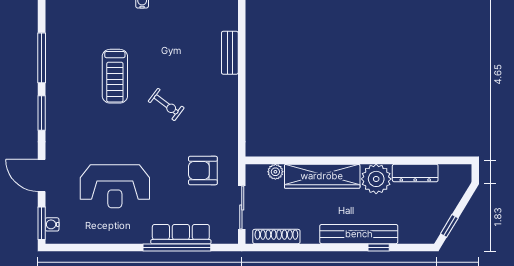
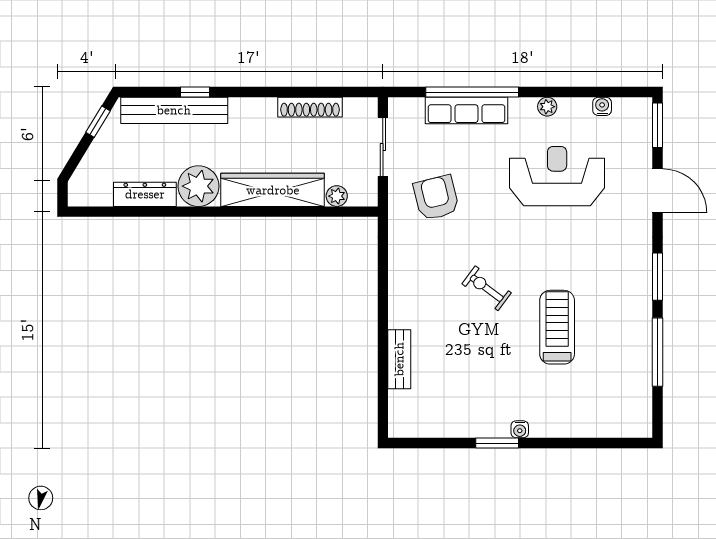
armchair: (203, 170) -> (436, 198), turned -104
water cooler: (52, 224) -> (602, 106), moved, turned -90
bench: (359, 234) -> (174, 110), moved
plant: (122, 237) -> (547, 107), added
shoe rack: (276, 237) -> (310, 107), moved

